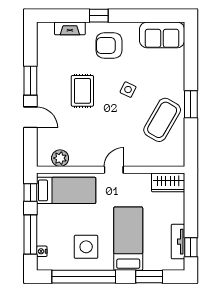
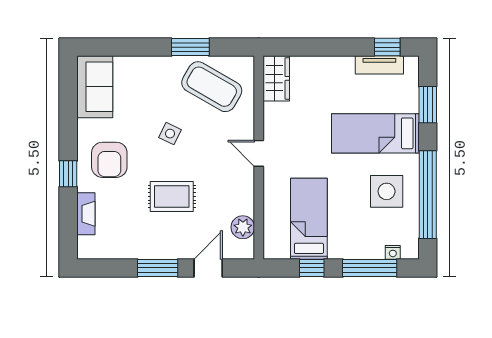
plant: (60, 158) -> (243, 227), moved
wall: (111, 170) -> (259, 158), moved
door: (114, 170) -> (259, 153), moved
wardrobe: (168, 182) -> (276, 78), moved

